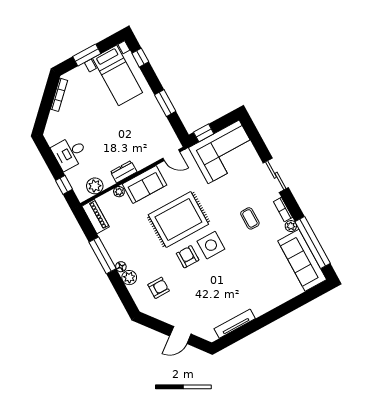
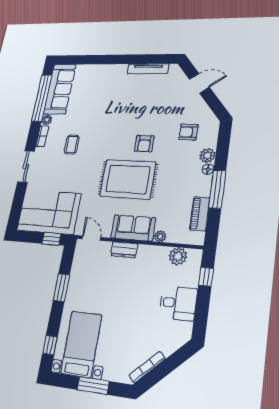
dresser: (124, 172) -> (124, 250), moved
piano: (96, 217) -> (200, 214), moved
side table: (211, 245) -> (118, 142), removed

